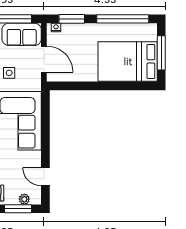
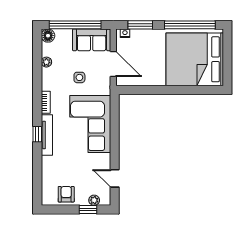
window: (161, 53) -> (227, 58), removed
bed: (128, 61) -> (195, 59), width x1.36
window: (18, 209) -> (88, 210), width x0.67

